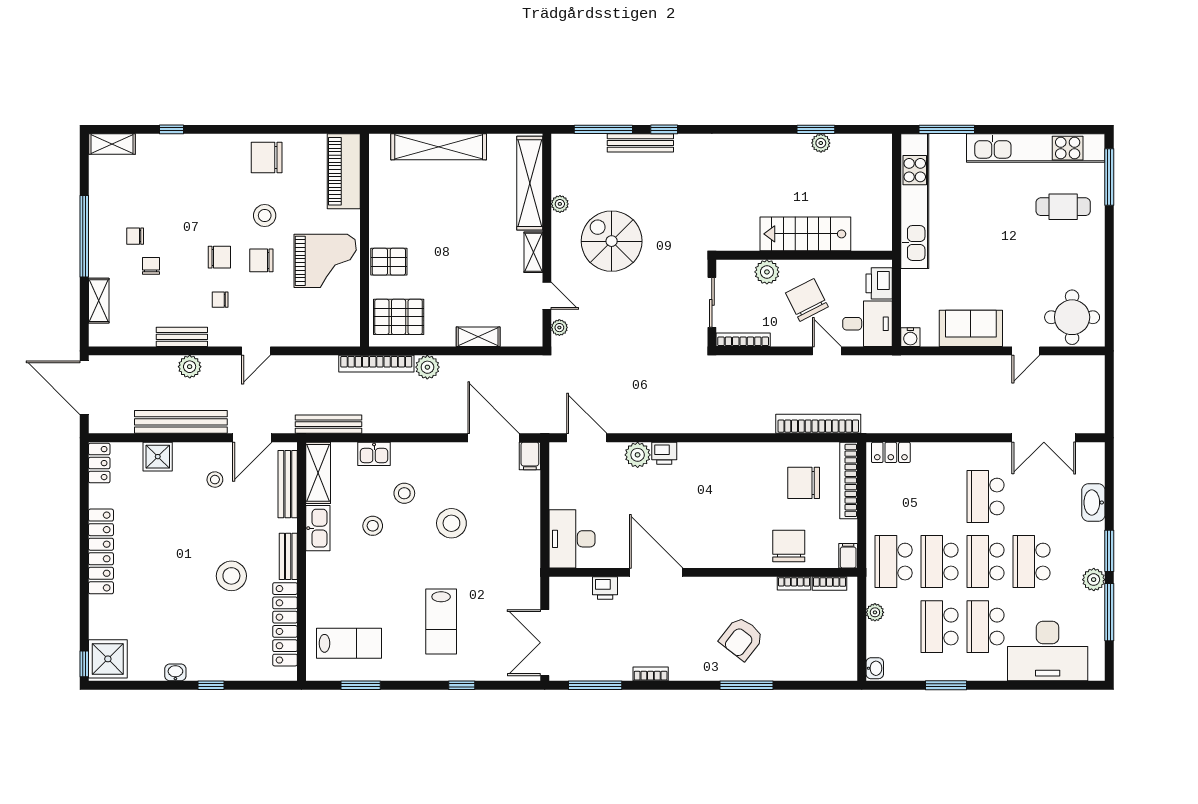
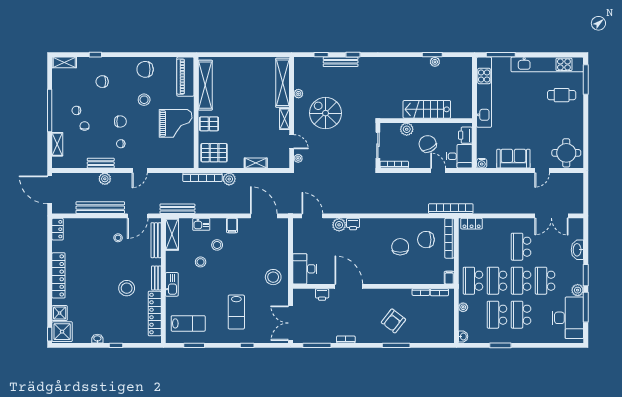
window: (603, 129) -> (321, 55), width x0.46
shelving: (439, 147) -> (205, 85), moved, turned 90
chair: (261, 260) -> (102, 82), moved
bookcase: (818, 424) -> (451, 209), moved
filing cabinet: (530, 456) -> (232, 225), moved
shower: (158, 457) -> (60, 313), moved
stool: (451, 523) -> (273, 277), moved
kitchen sink: (318, 528) -> (172, 284), moved
chair: (789, 546) -> (400, 247), moved
desk: (1048, 651) -> (568, 318), moved, turned -90

